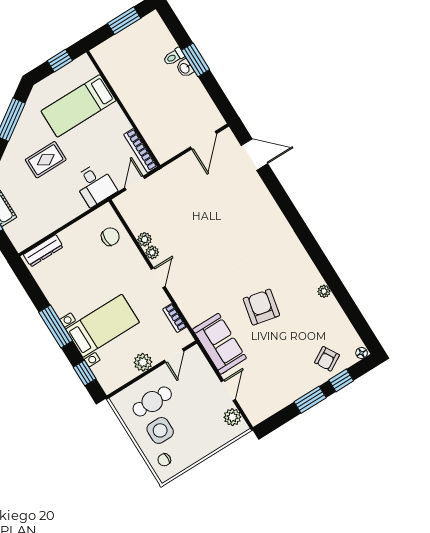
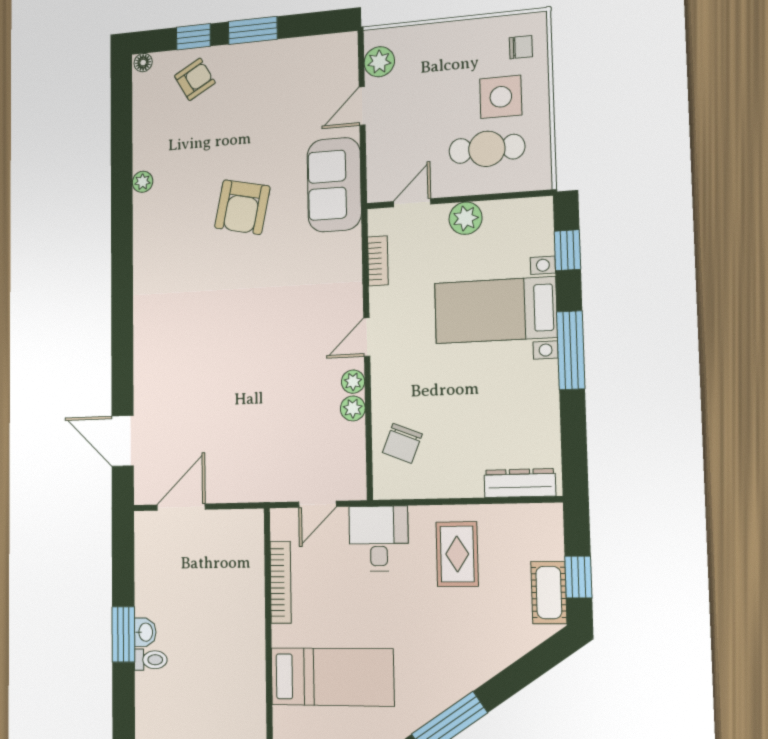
bookcase: (140, 151) -> (281, 582), moved
rug: (46, 160) -> (457, 554), moved, turned 90
chair: (110, 237) -> (402, 443), turned -68

